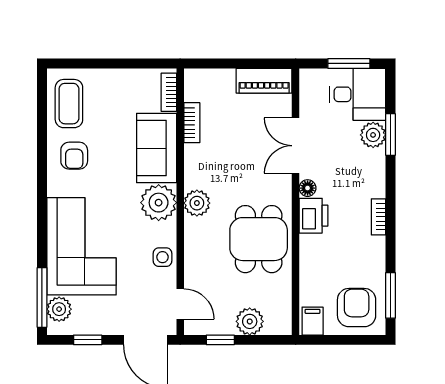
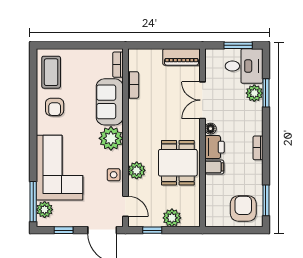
plant: (197, 203) -> (137, 170), moved
filing cabinet: (313, 321) -> (214, 167), moved, turned 90

